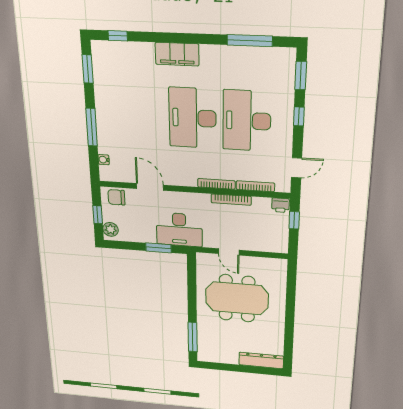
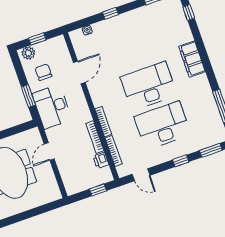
window: (92, 127) -> (110, 13), width x0.46
chair: (116, 197) -> (43, 72), moved
printer: (280, 205) -> (101, 160), moved

